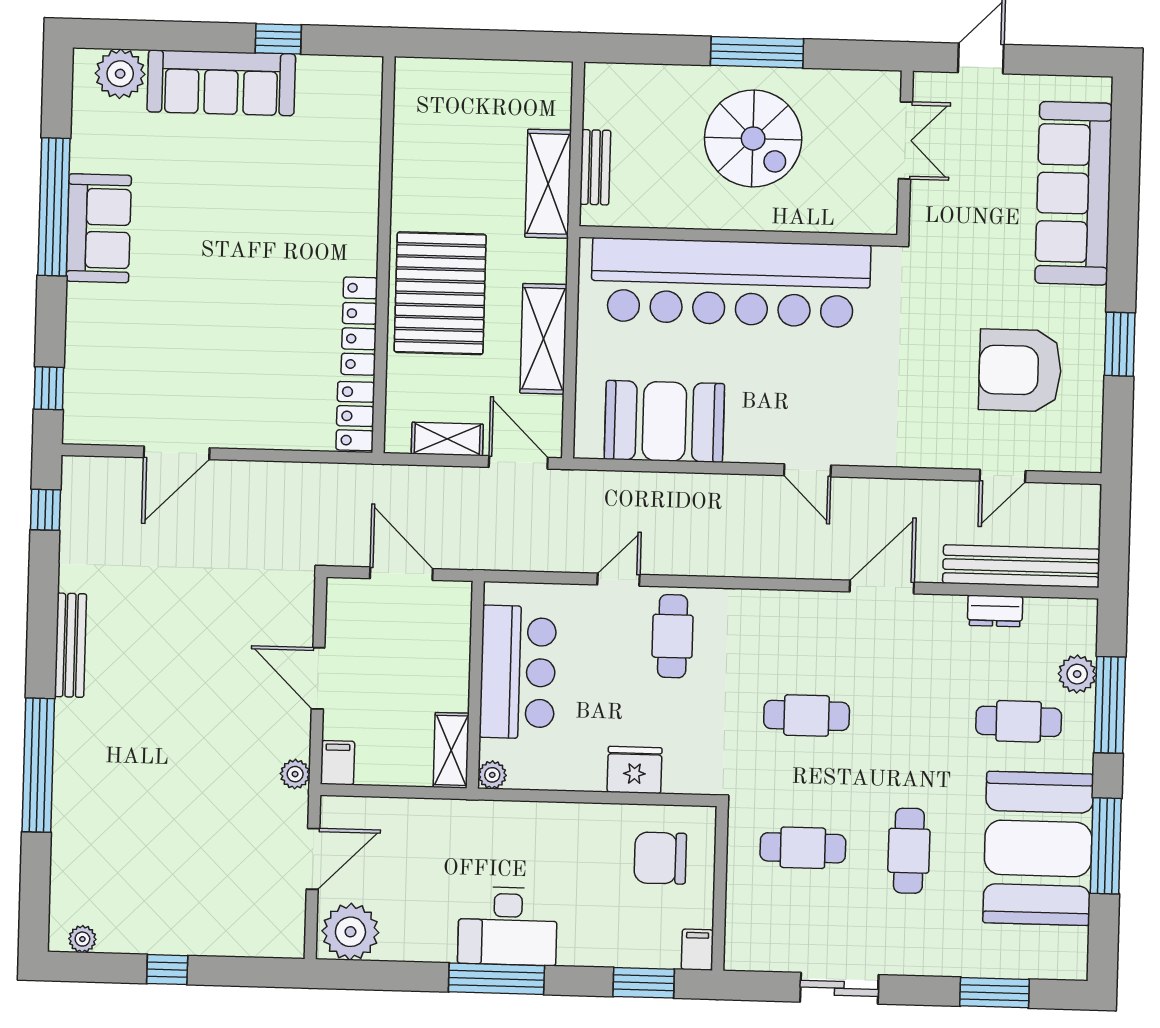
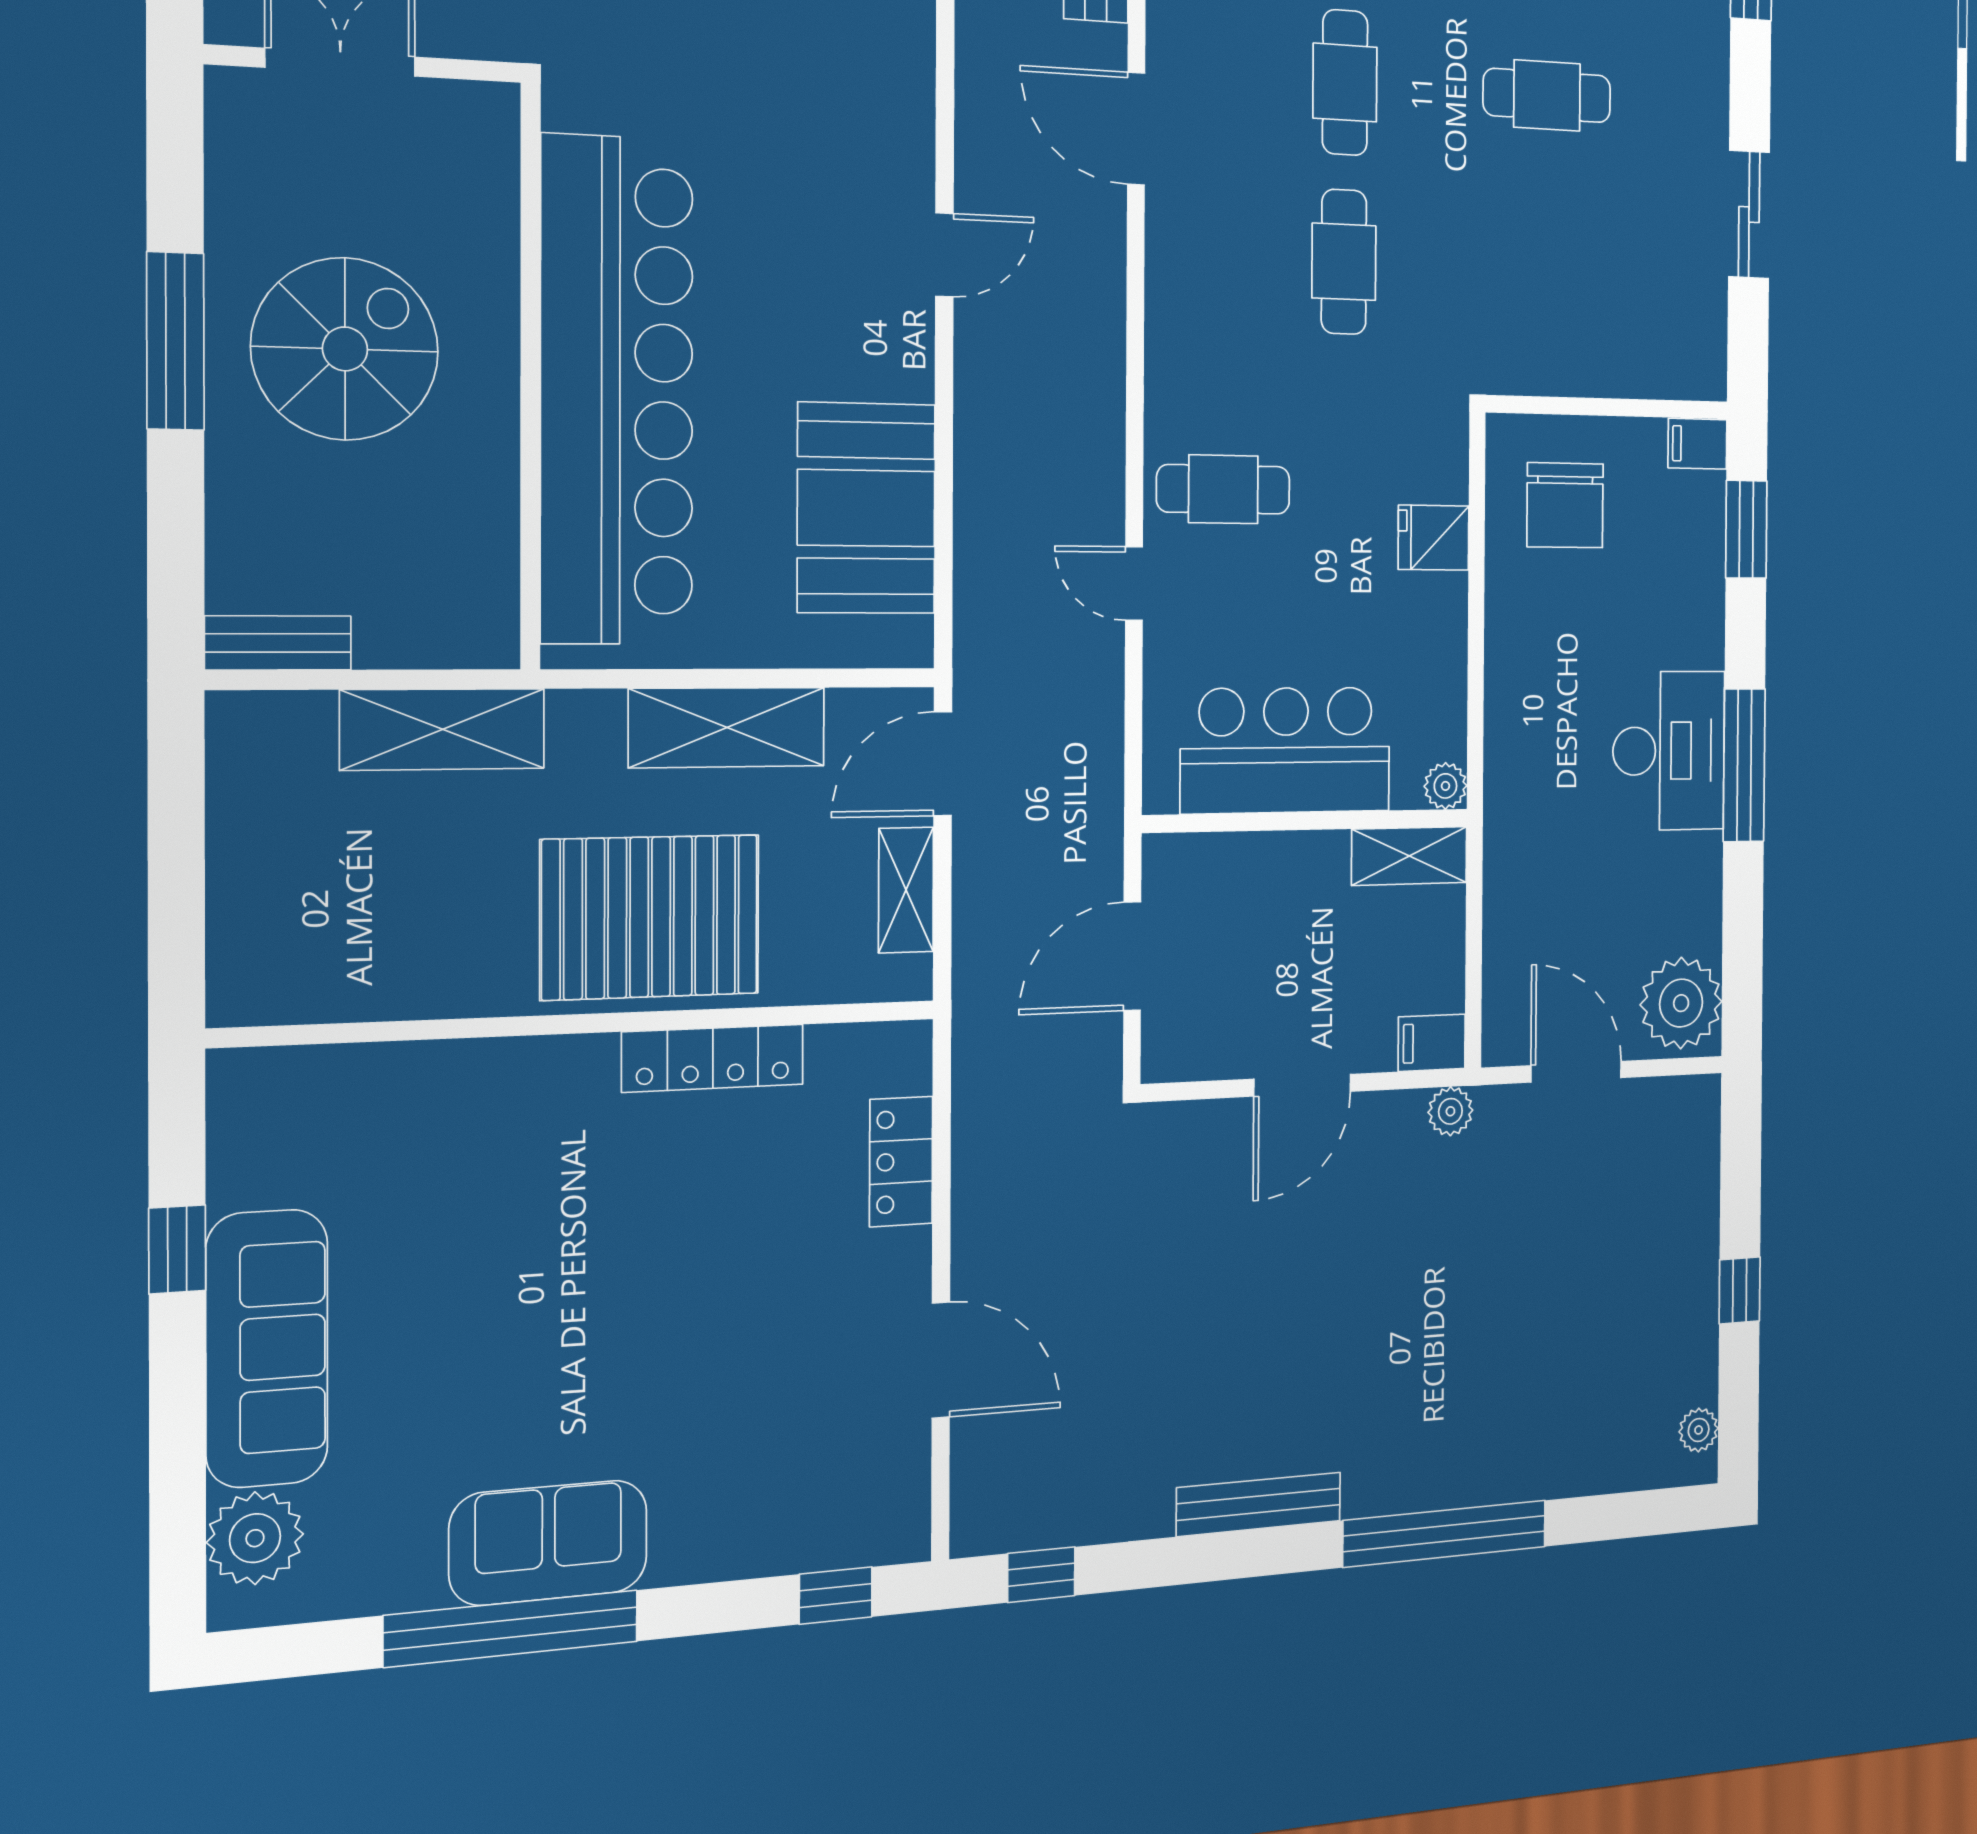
bench: (595, 167) -> (278, 643), moved
locker: (355, 416) -> (901, 1162), moved, turned 90
fridge: (635, 770) -> (1434, 538), width x0.72
cafe table: (803, 848) -> (1345, 83), moved

